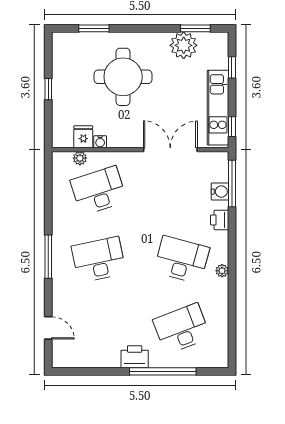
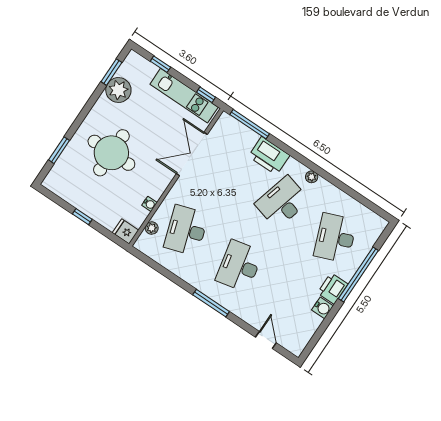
fridge: (83, 137) -> (125, 231), moved
water cooler: (220, 192) -> (322, 308), moved, turned 90
printer: (220, 220) -> (269, 156), width x1.87, depth x1.48
door: (48, 328) -> (266, 340), hinge flipped

